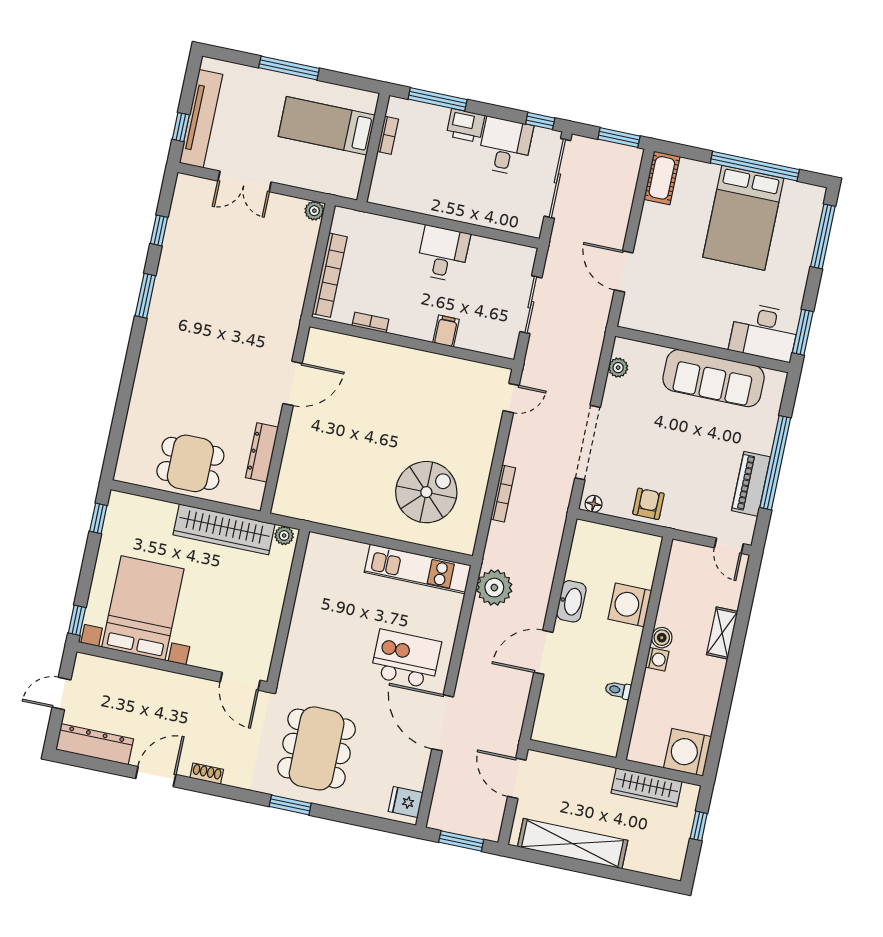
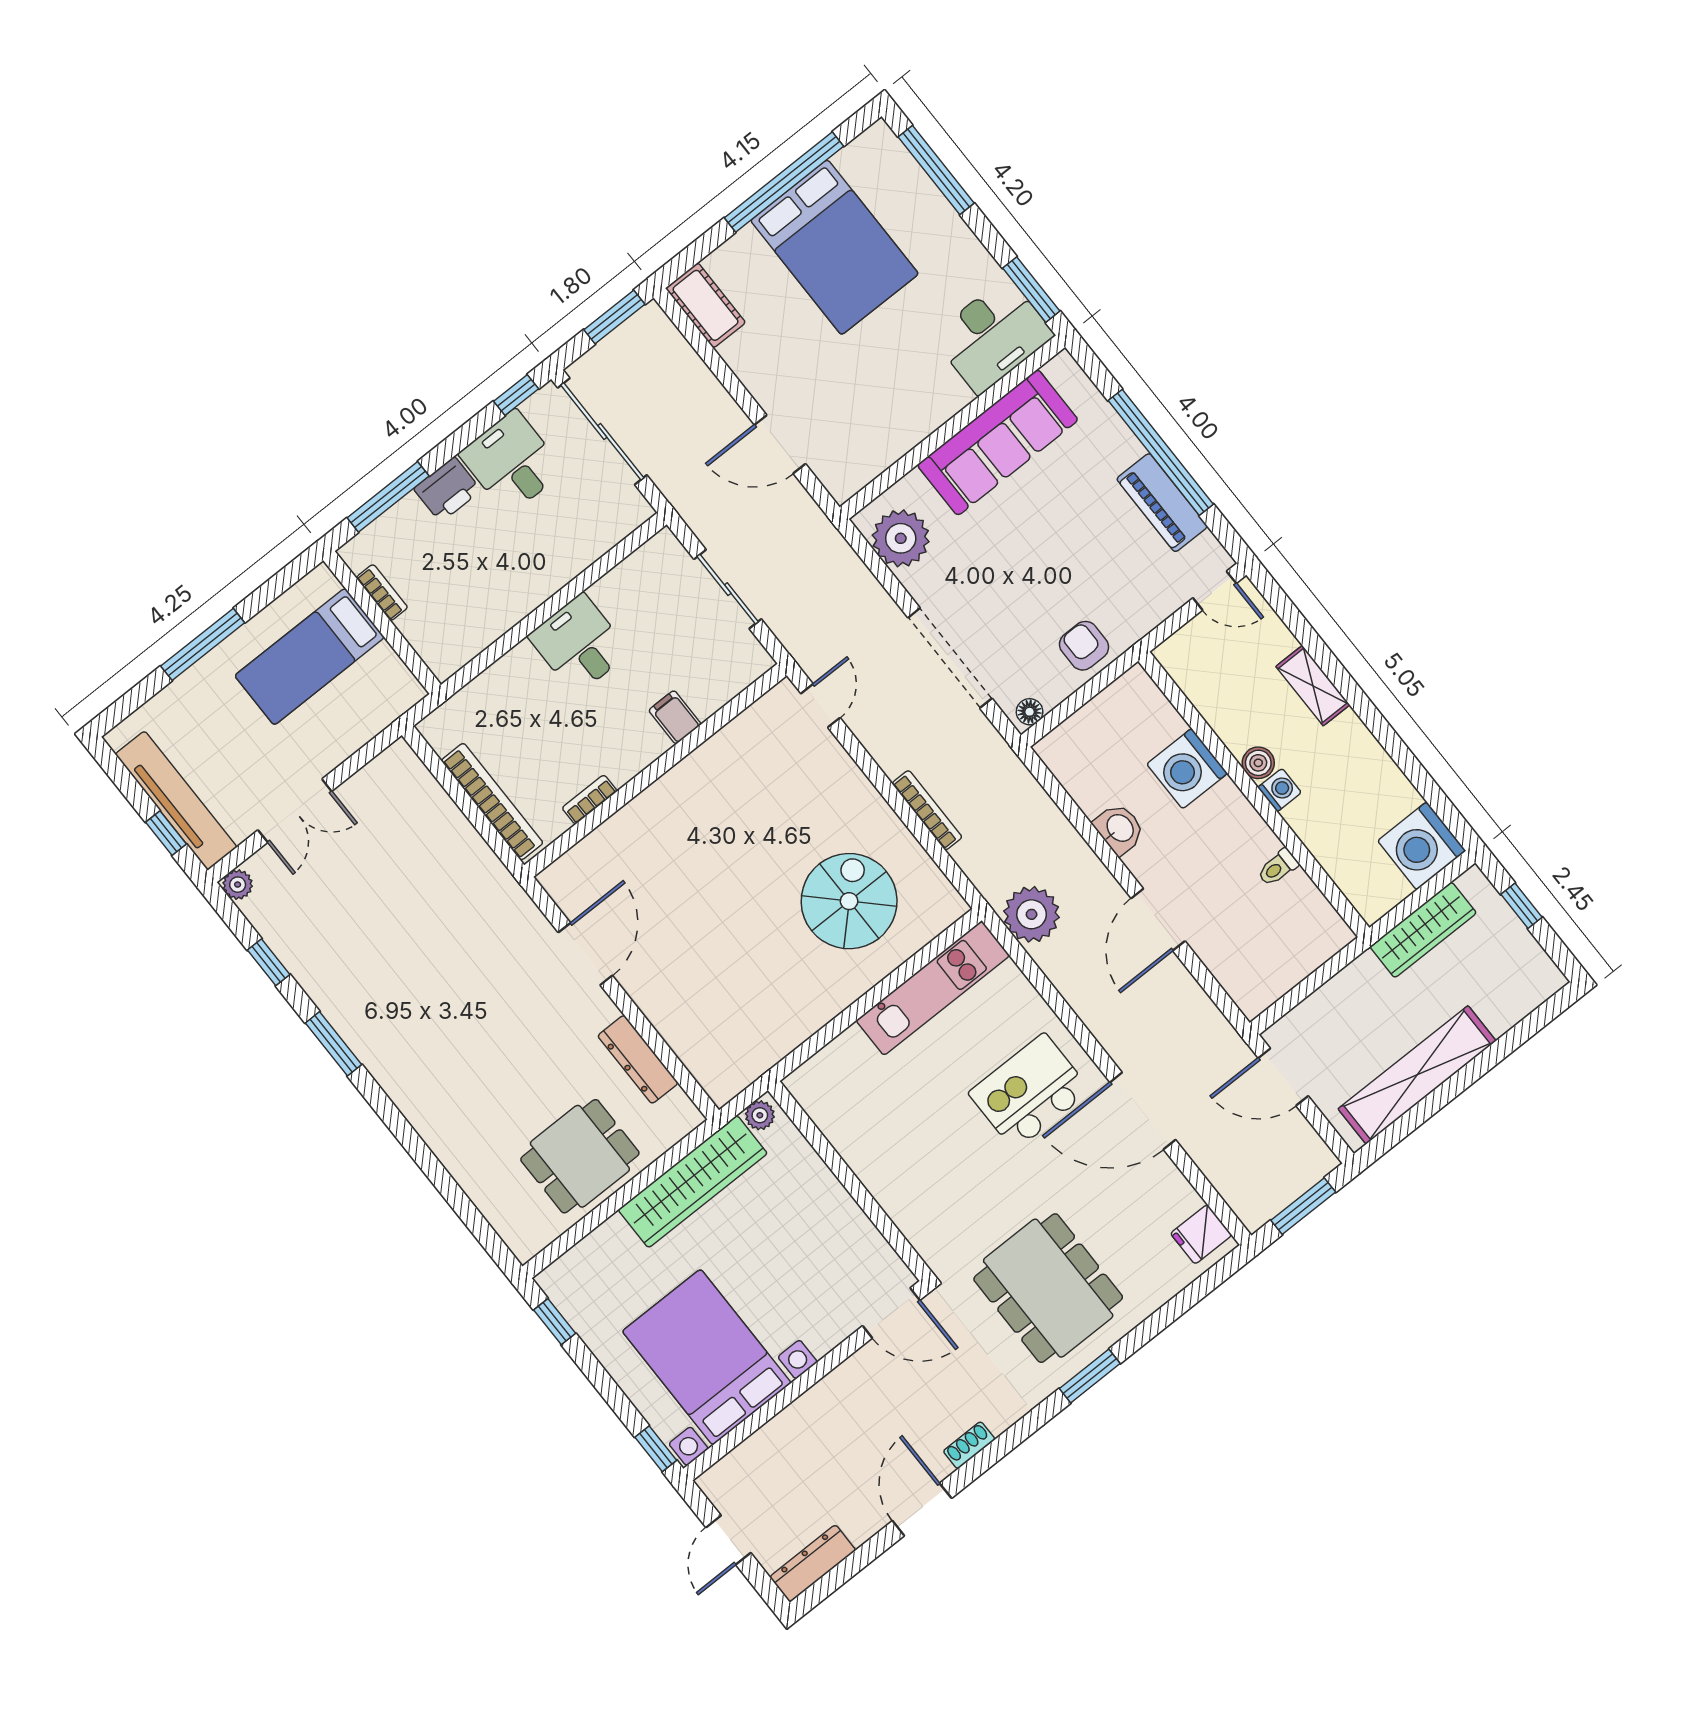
plant: (314, 211) -> (238, 885), moved
plant: (618, 368) -> (901, 538), width x1.88, depth x1.88
washbasin: (571, 601) -> (1119, 829), width x0.72
dresser: (95, 744) -> (813, 1564), width x0.73, depth x0.80

